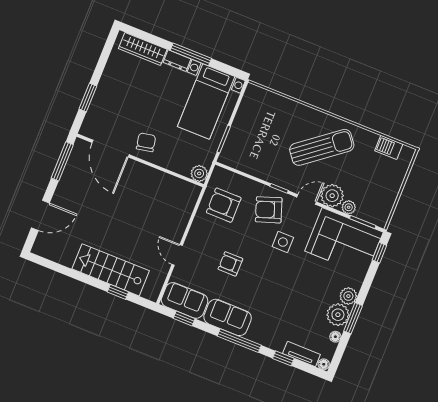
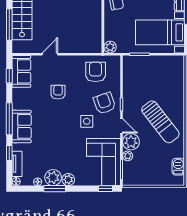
window: (118, 292) -> (9, 25), width x2.17
sofa: (228, 317) -> (22, 126), moved

